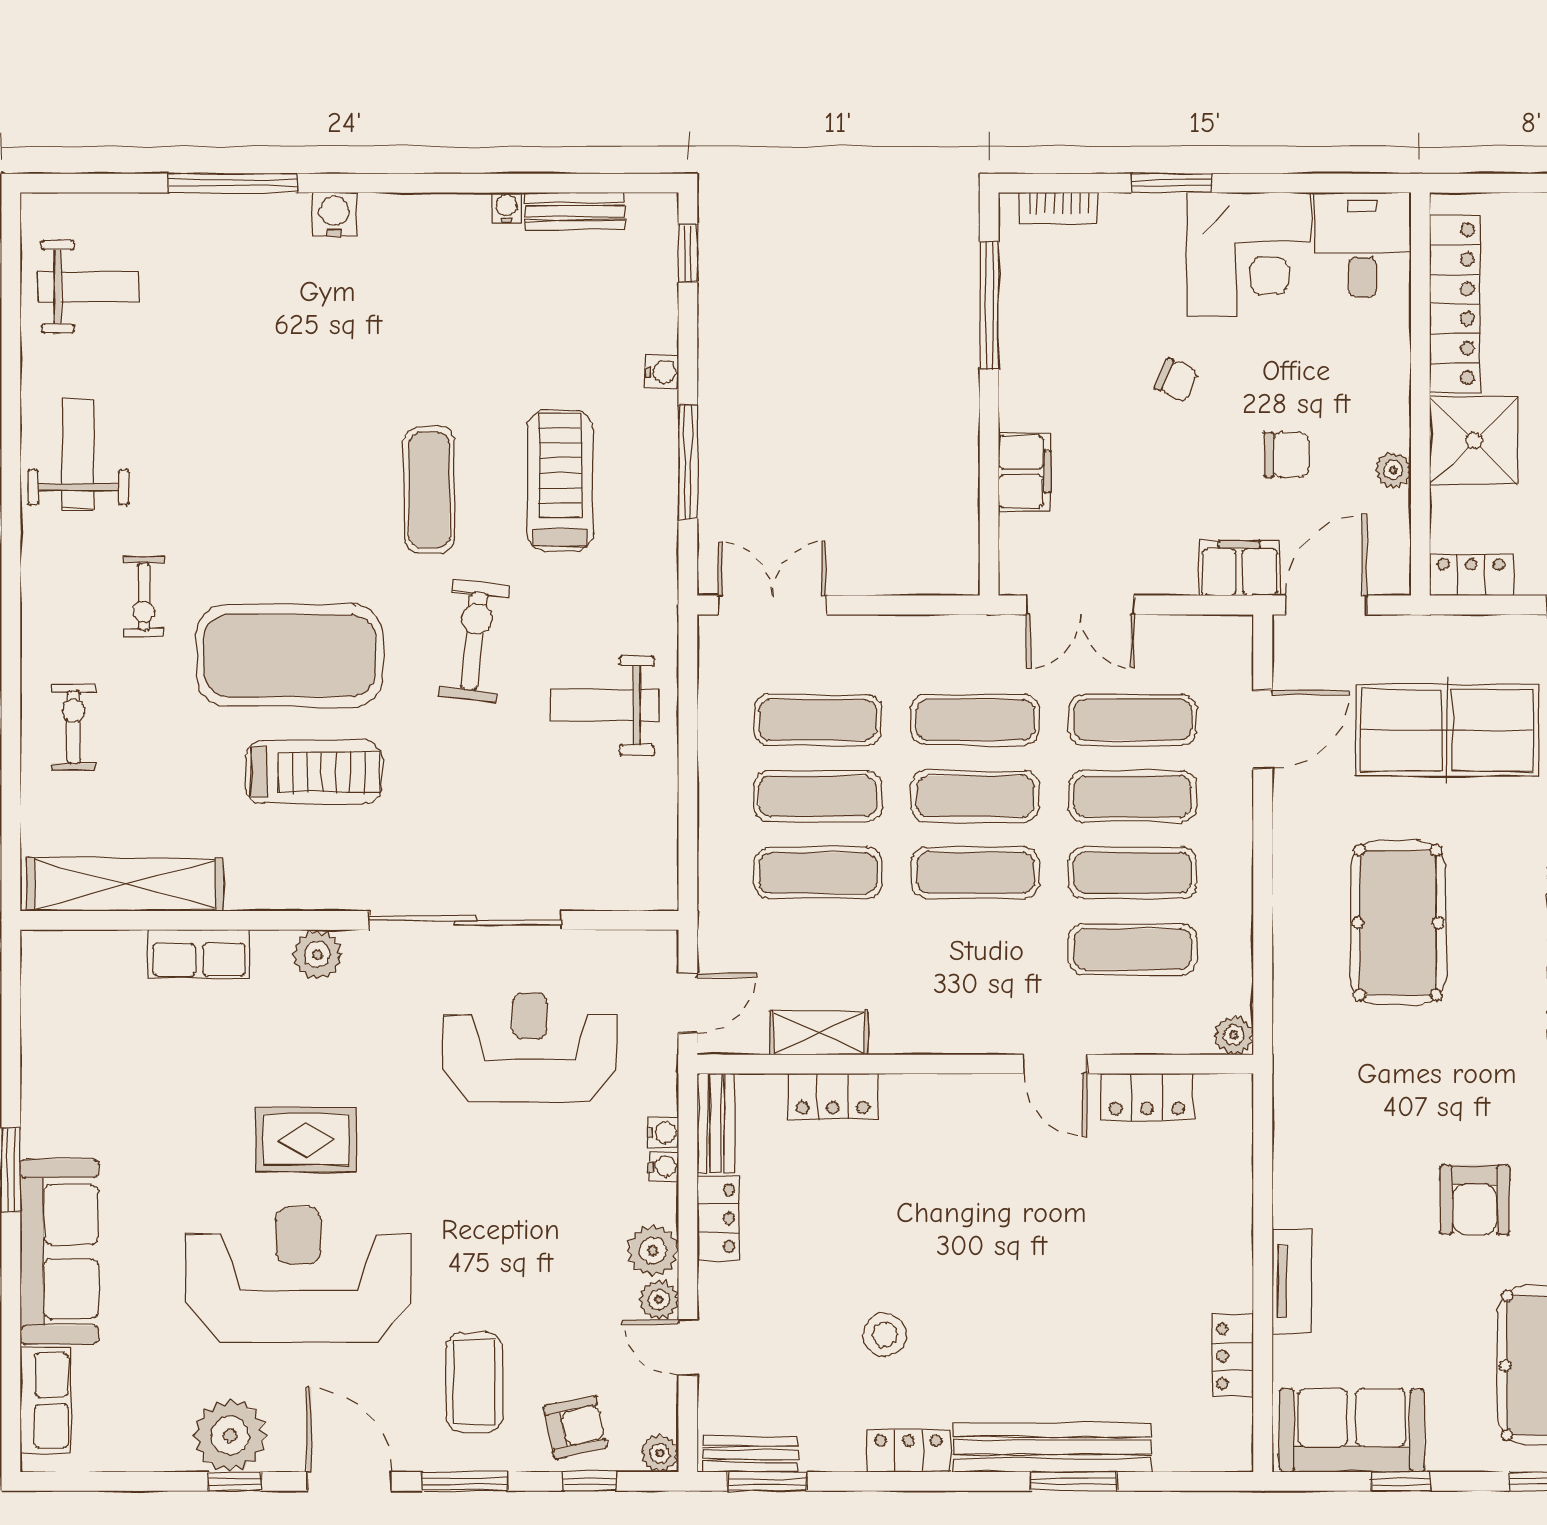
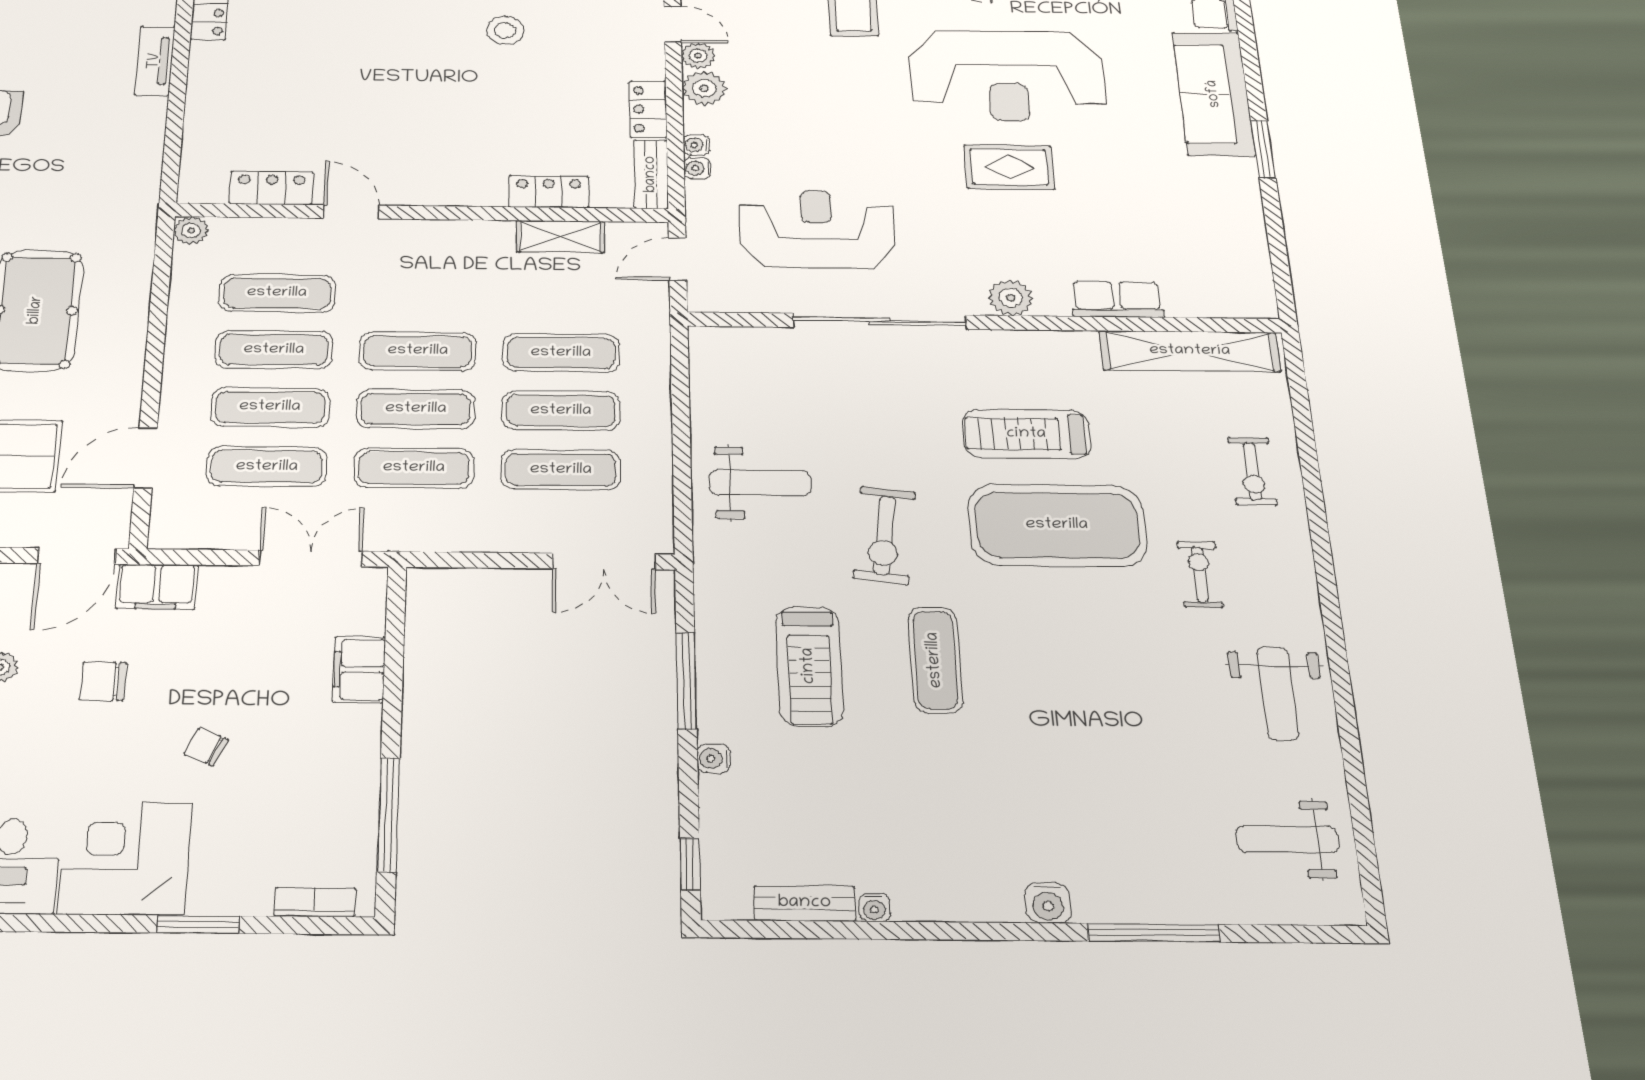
reception desk: (530, 1047) -> (817, 229), turned 180

